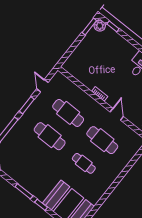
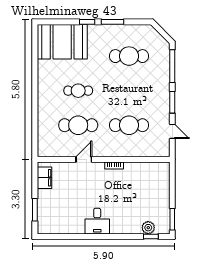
plant: (100, 26) -> (148, 228), moved
door: (117, 114) -> (84, 159), swing flipped
cafe table: (50, 136) -> (129, 56), moved

